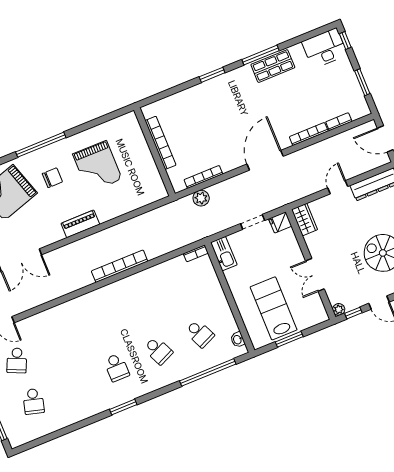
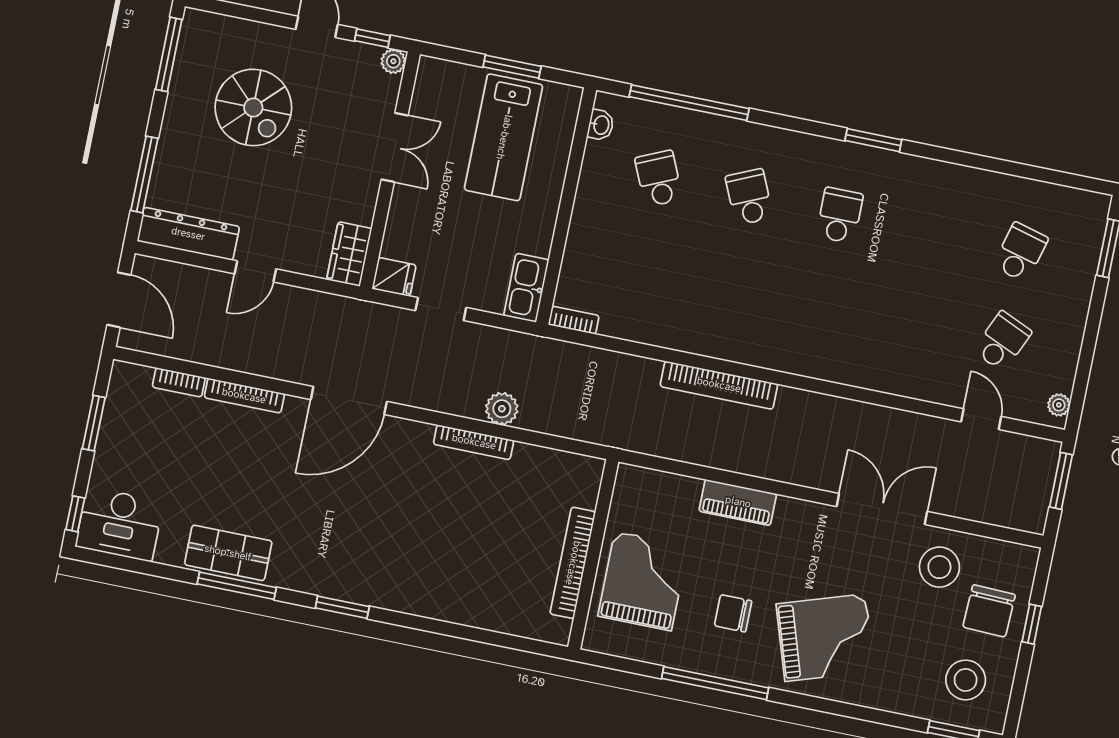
bookcase: (160, 143) -> (573, 563), moved
wall: (154, 152) -> (593, 554), moved

